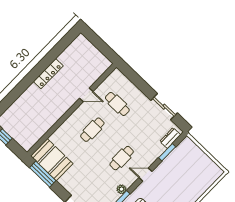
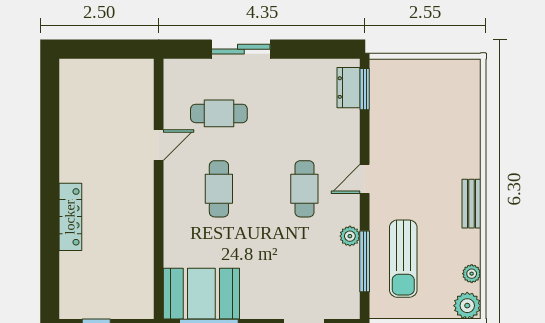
locker: (48, 74) -> (70, 217), moved
sliding door: (164, 107) -> (241, 49), moved
window: (167, 152) -> (365, 89), moved

